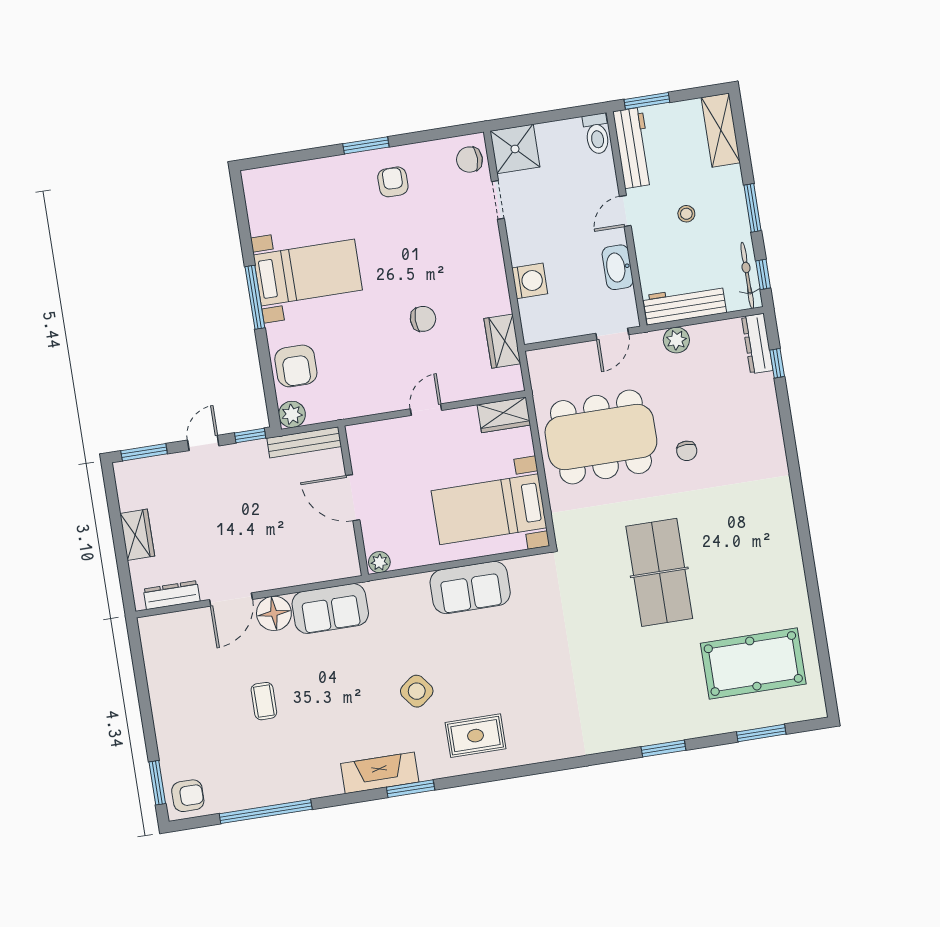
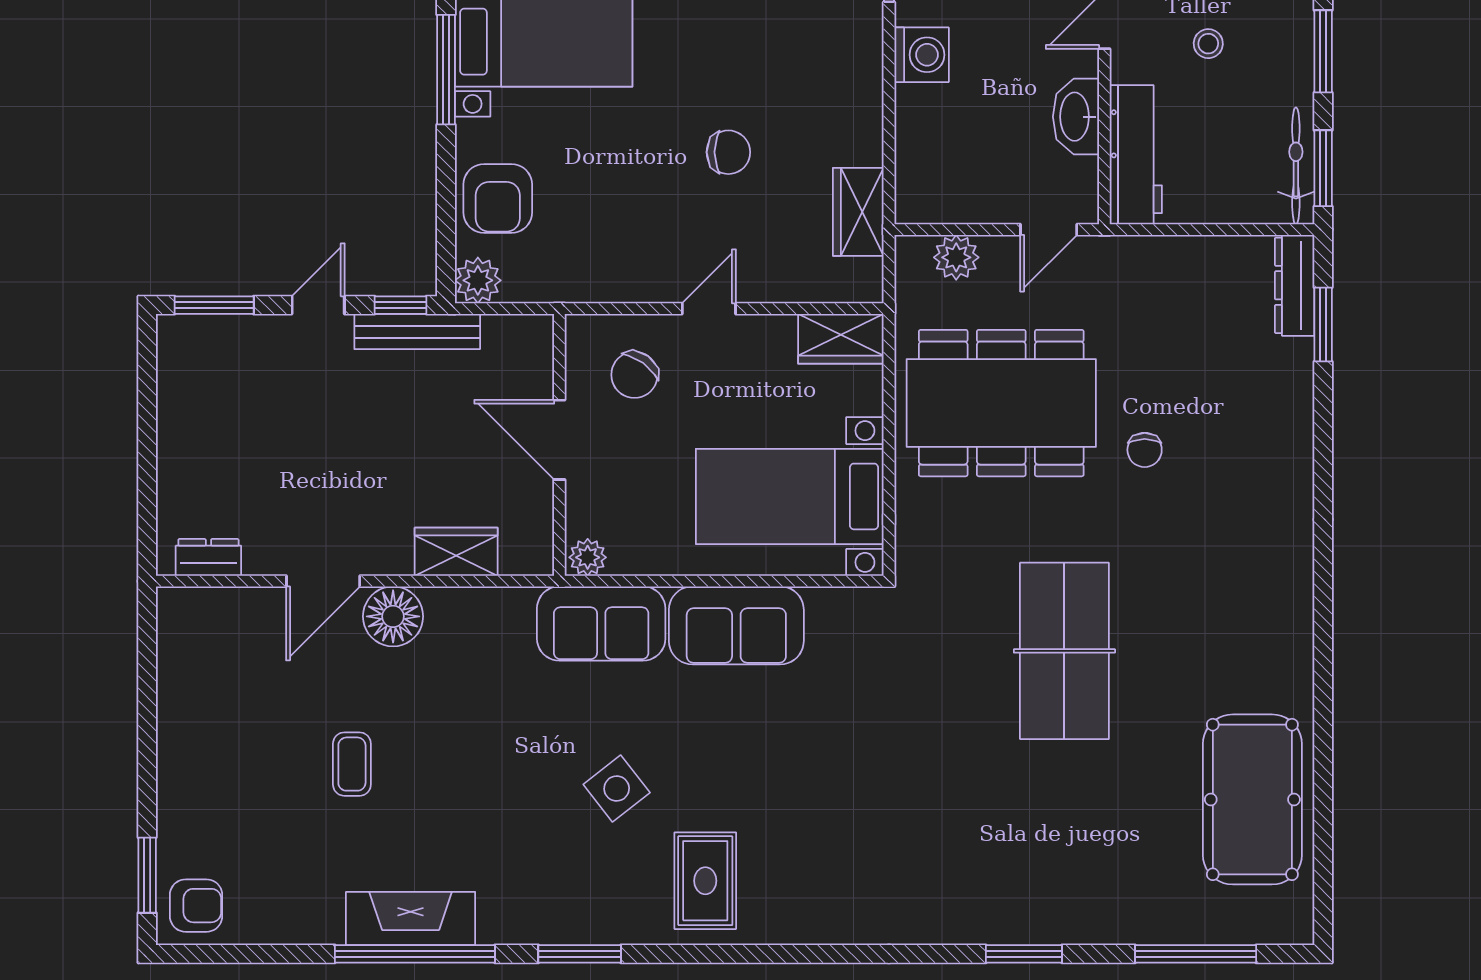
window: (763, 274) -> (1323, 168), width x1.50
washing machine: (530, 281) -> (922, 55), moved
workbench: (685, 304) -> (1136, 155), moved, turned 90
plant: (676, 340) -> (956, 257), moved
window: (777, 363) -> (1323, 324), width x1.50
bench: (304, 442) -> (417, 332), moved
chair: (390, 454) -> (634, 375), added
wardrobe: (137, 535) -> (456, 552), moved, turned -90
dresser: (172, 595) -> (208, 557), width x0.70
sofa: (330, 609) -> (601, 624), moved
pool table: (753, 664) -> (1252, 799), moved, turned 90
window: (761, 733) -> (1196, 954), width x1.44
rug: (476, 736) -> (705, 881), turned 90
fireplace: (380, 773) -> (411, 918), moved
window: (266, 811) -> (415, 954), moved

